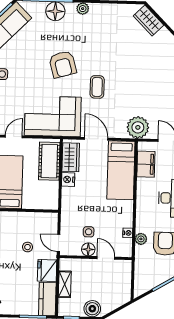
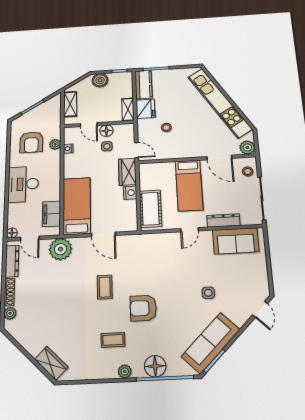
coffee table: (92, 37) -> (113, 340), added
armchair: (63, 64) -> (143, 308), turned -74
corner sofa: (53, 116) -> (150, 253), removed
wardrobe: (71, 157) -> (127, 172), moved
door: (59, 243) -> (136, 150), moved
shelving: (65, 284) -> (128, 110), moved
shelving: (124, 284) -> (70, 104), added

